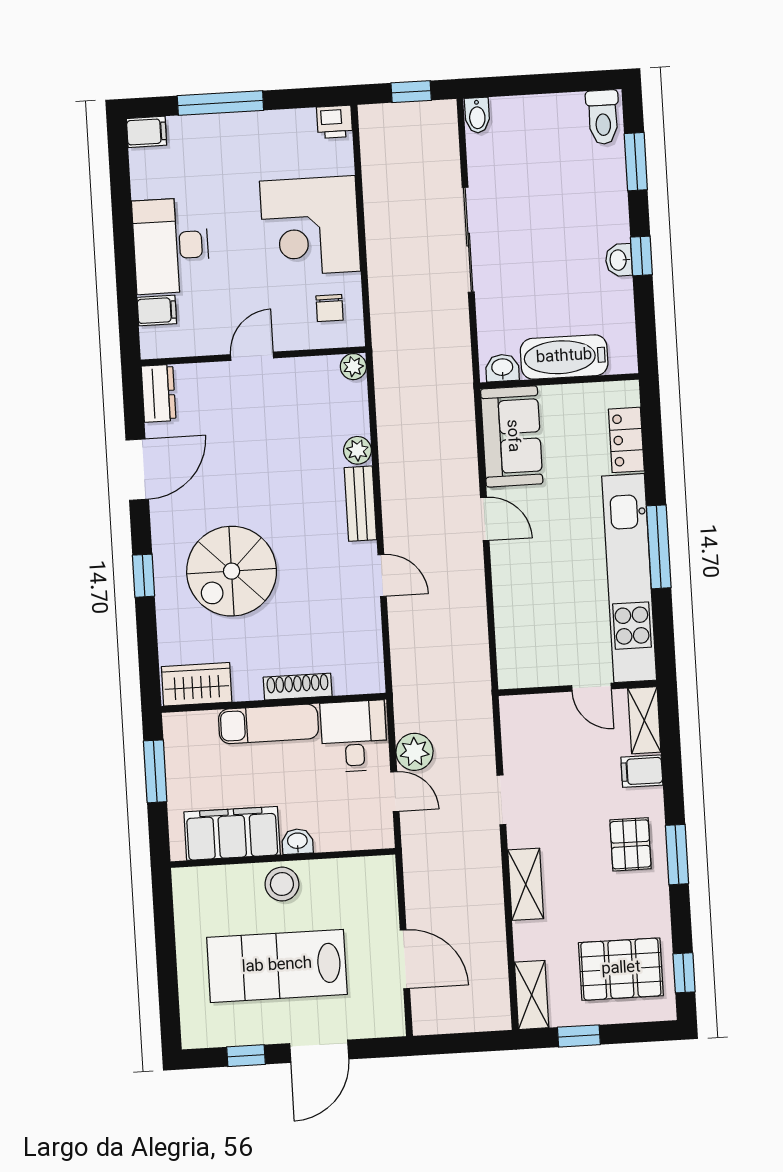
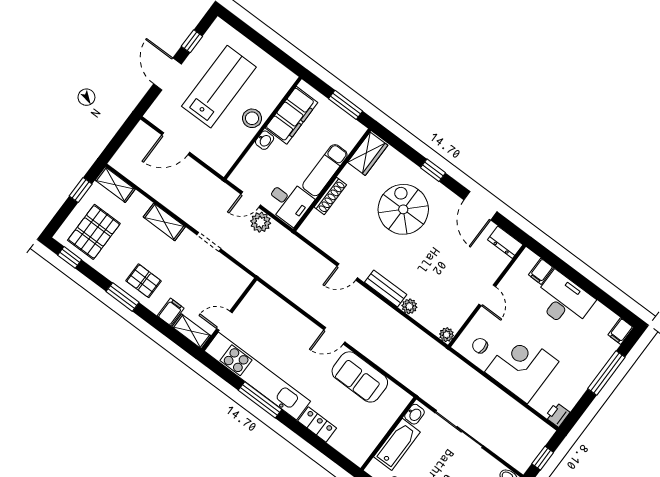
bathtub: (564, 357) -> (397, 444), moved
washbasin: (502, 368) -> (415, 414), moved
wall: (559, 381) -> (388, 434), moved

